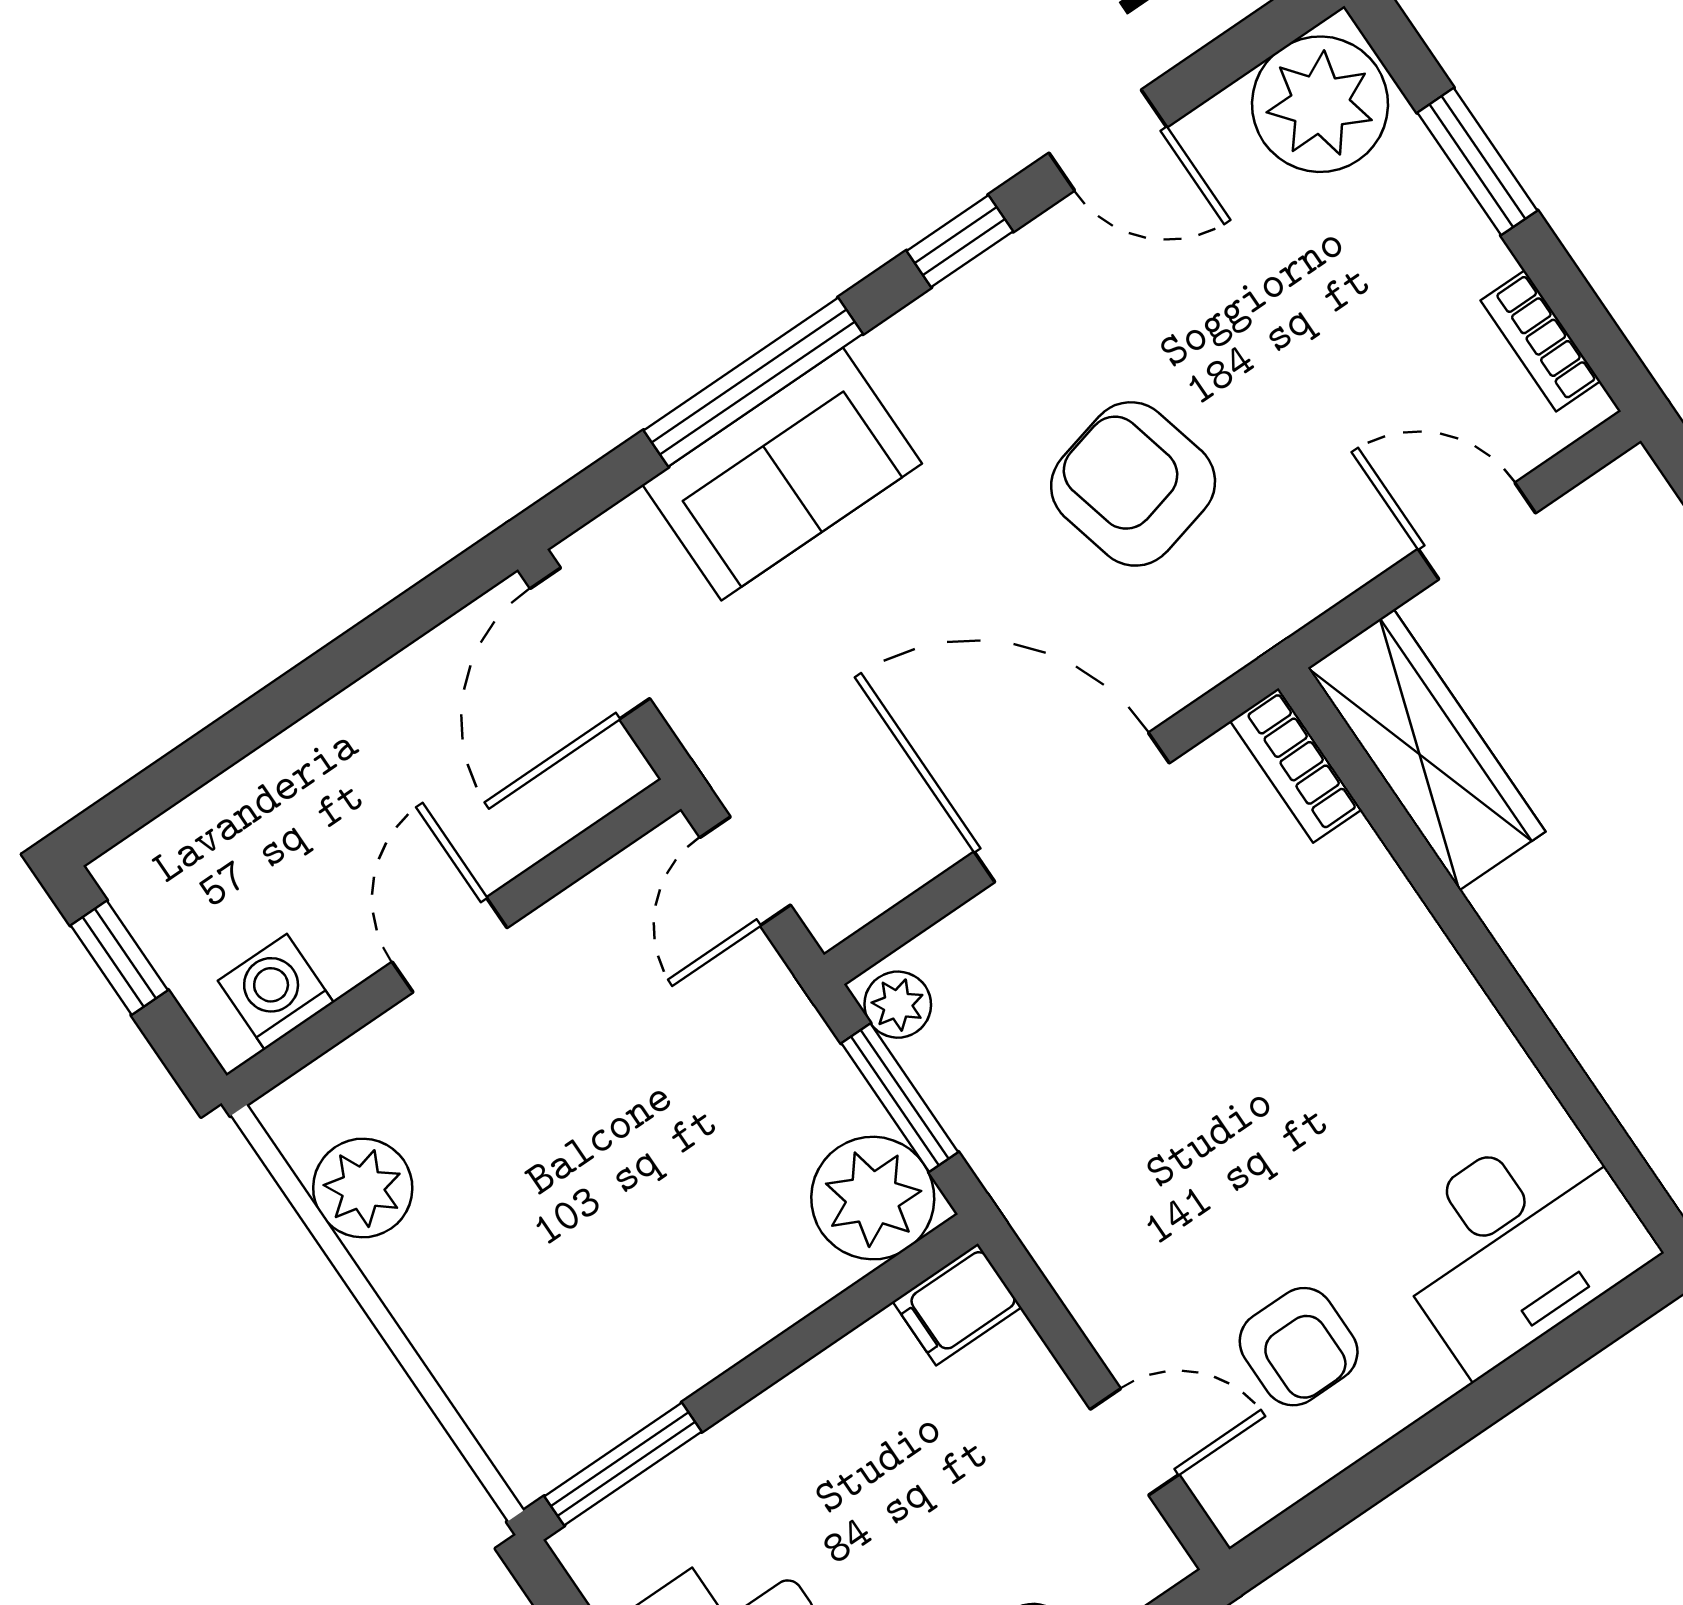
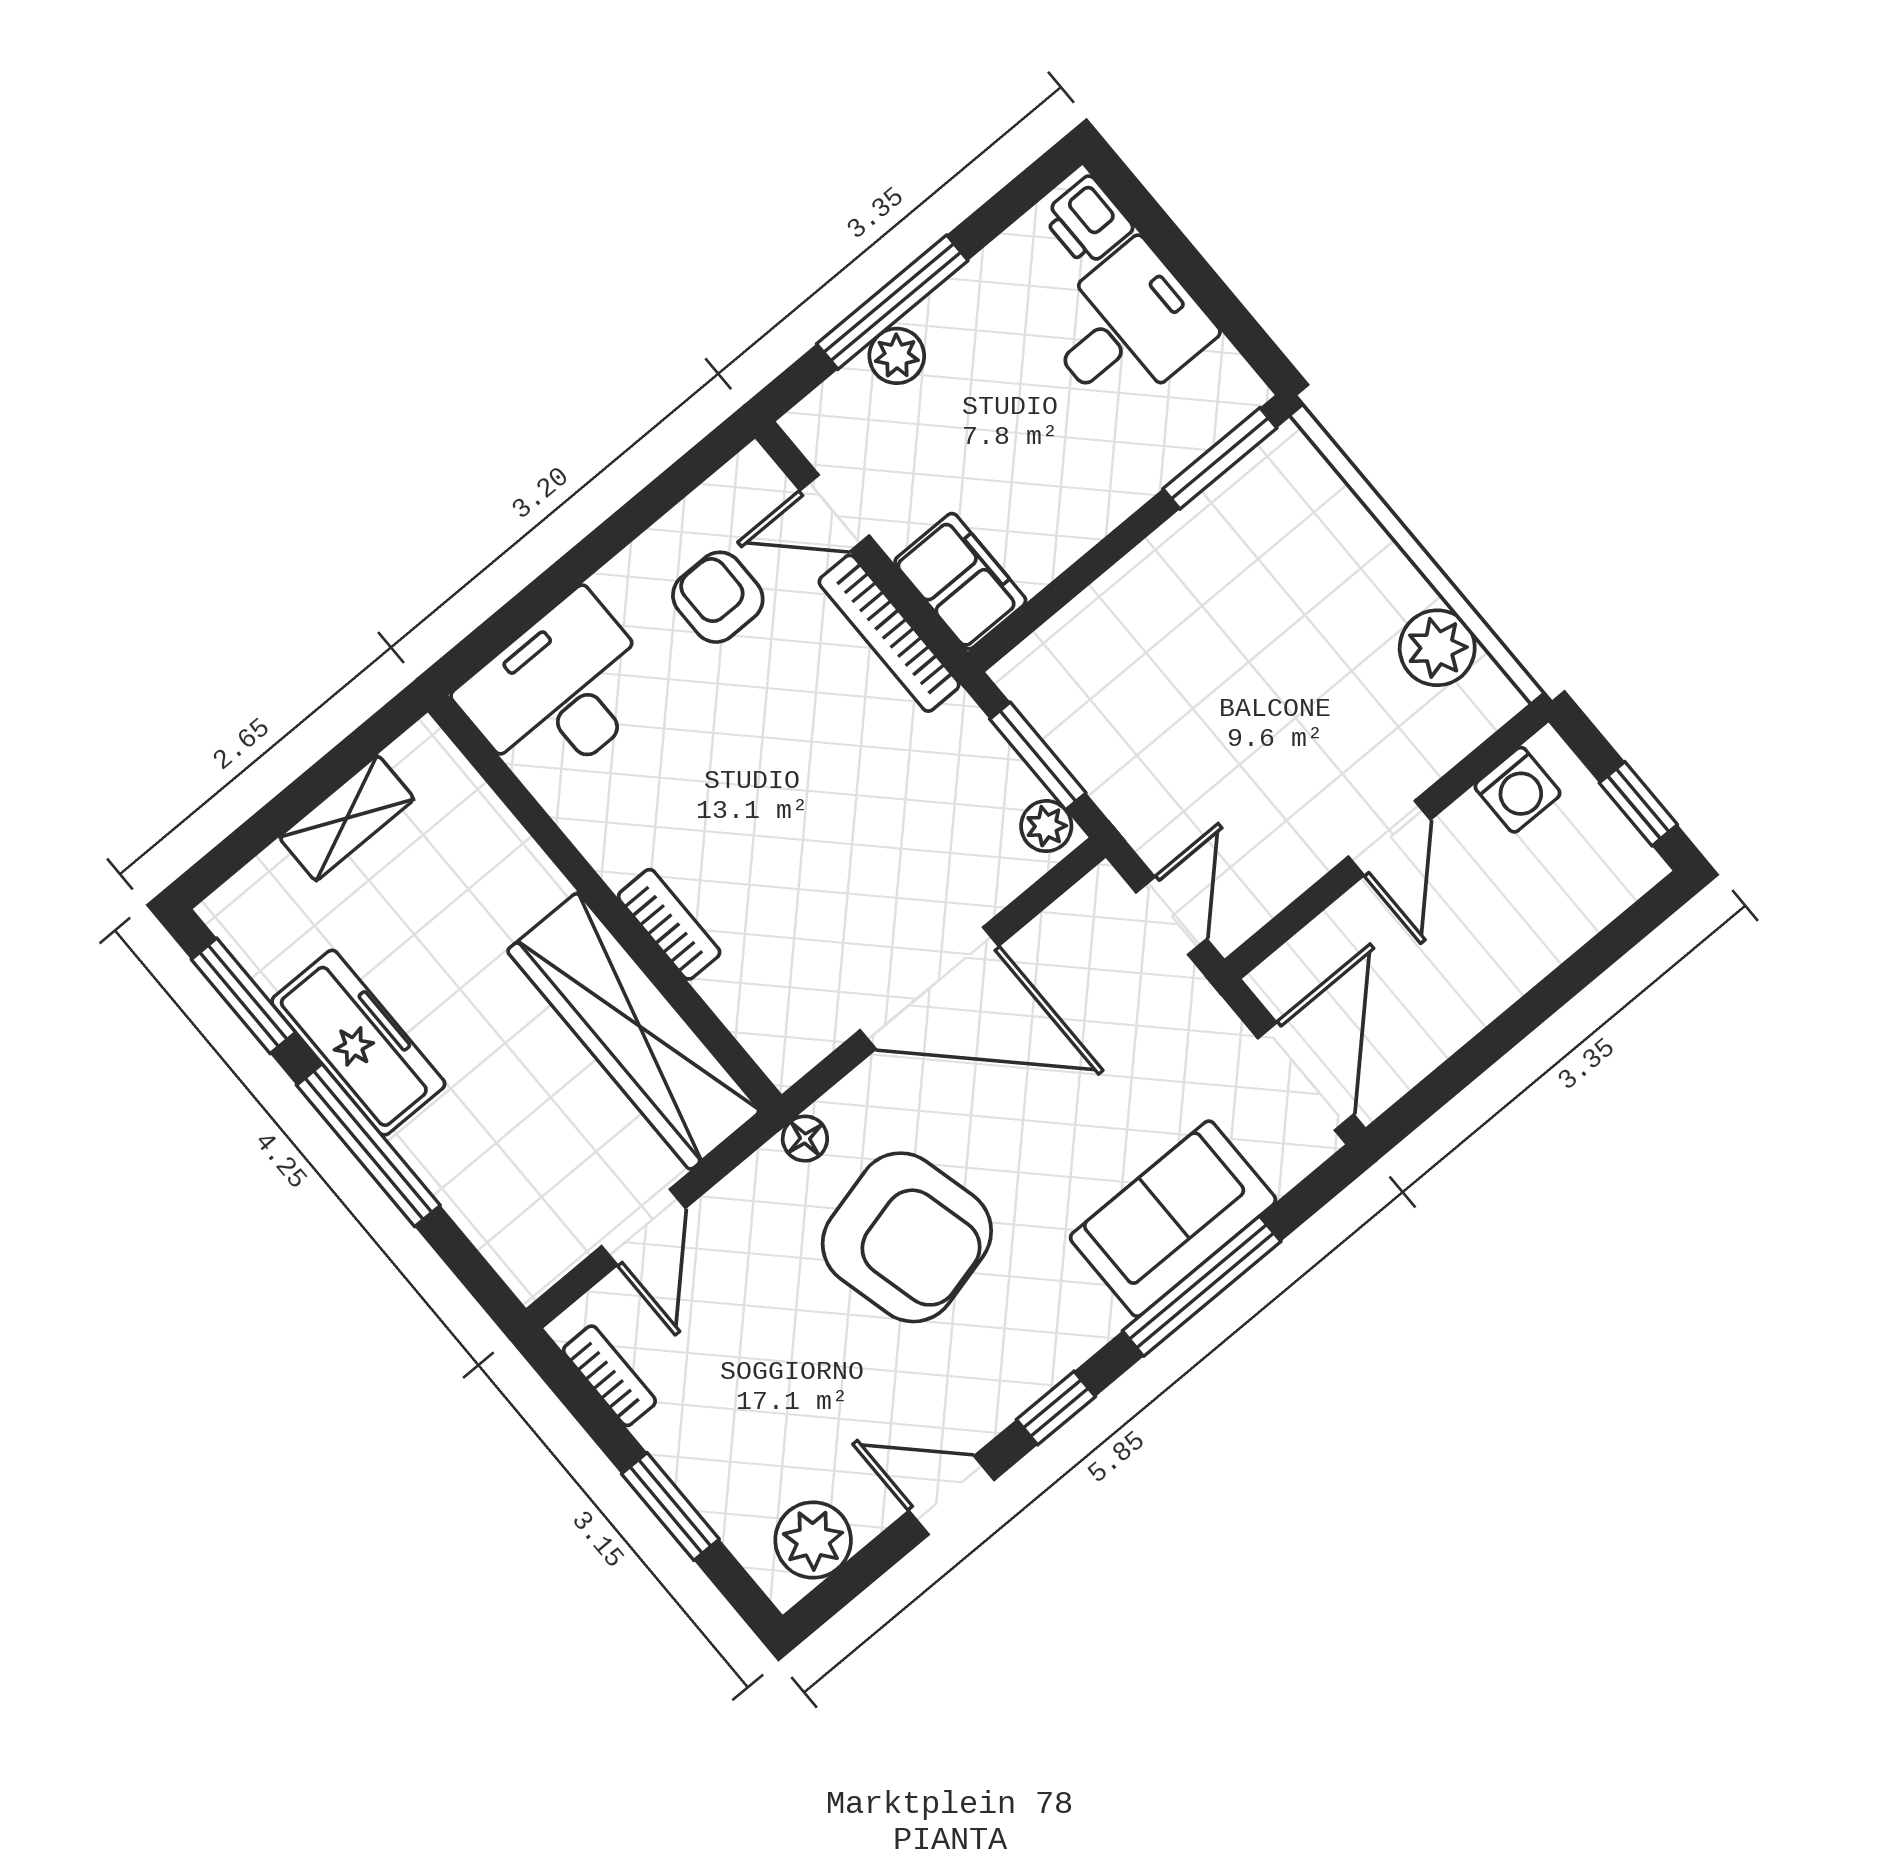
plant: (1320, 104) -> (813, 1540), width x0.73, depth x0.73
armchair: (1133, 484) -> (907, 1237), width x1.36, depth x1.36
door: (1477, 531) -> (643, 1227), hinge flipped
floor lamp: (1254, 626) -> (805, 1139), added
wardrobe: (1427, 750) -> (634, 1031), width x1.40, depth x1.17
bookcase: (1296, 765) -> (669, 924), moved
plant: (873, 1198) -> (1051, 678), removed
bookcase: (1079, 1277) -> (889, 633), added
filing cabinet: (957, 1304) -> (960, 581), width x2.00

